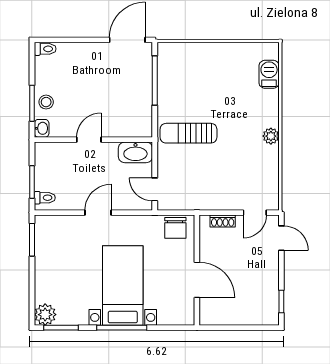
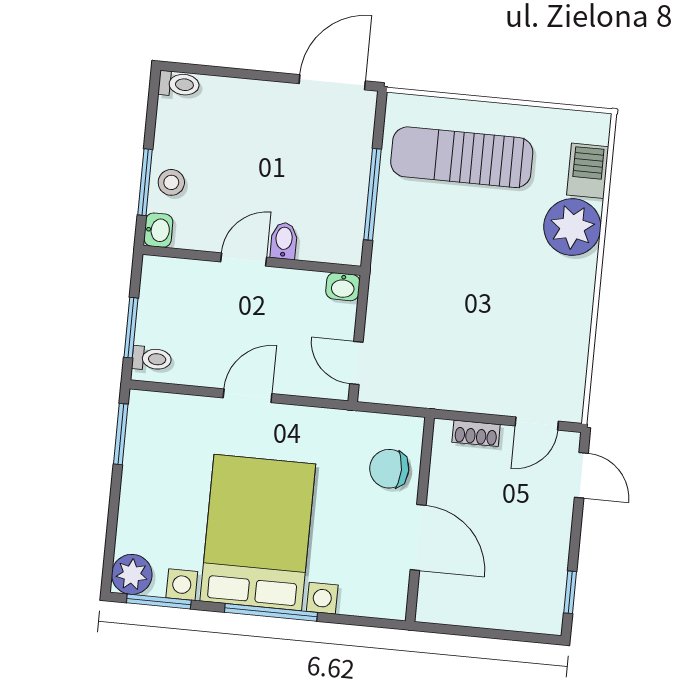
window: (155, 80) -> (373, 194), moved
bidet: (110, 128) -> (284, 241), added
sun lounger: (188, 133) -> (462, 157), moved, width x1.36, depth x1.34
plant: (271, 136) -> (572, 227), moved, width x1.88, depth x1.88
washbasin: (135, 152) -> (343, 287), width x0.52, depth x0.69
chair: (175, 228) -> (389, 469), moved, turned 90
bed with nightstands: (123, 286) -> (258, 532), width x1.36

